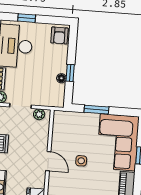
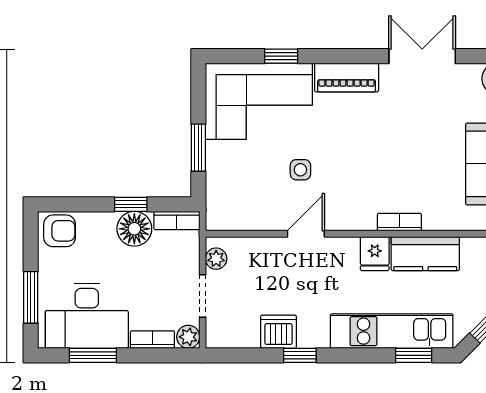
window: (27, 18) -> (31, 297), width x1.50
floor lamp: (61, 78) -> (134, 229), width x1.89, depth x1.89
bookcase: (60, 96) -> (177, 221), added

